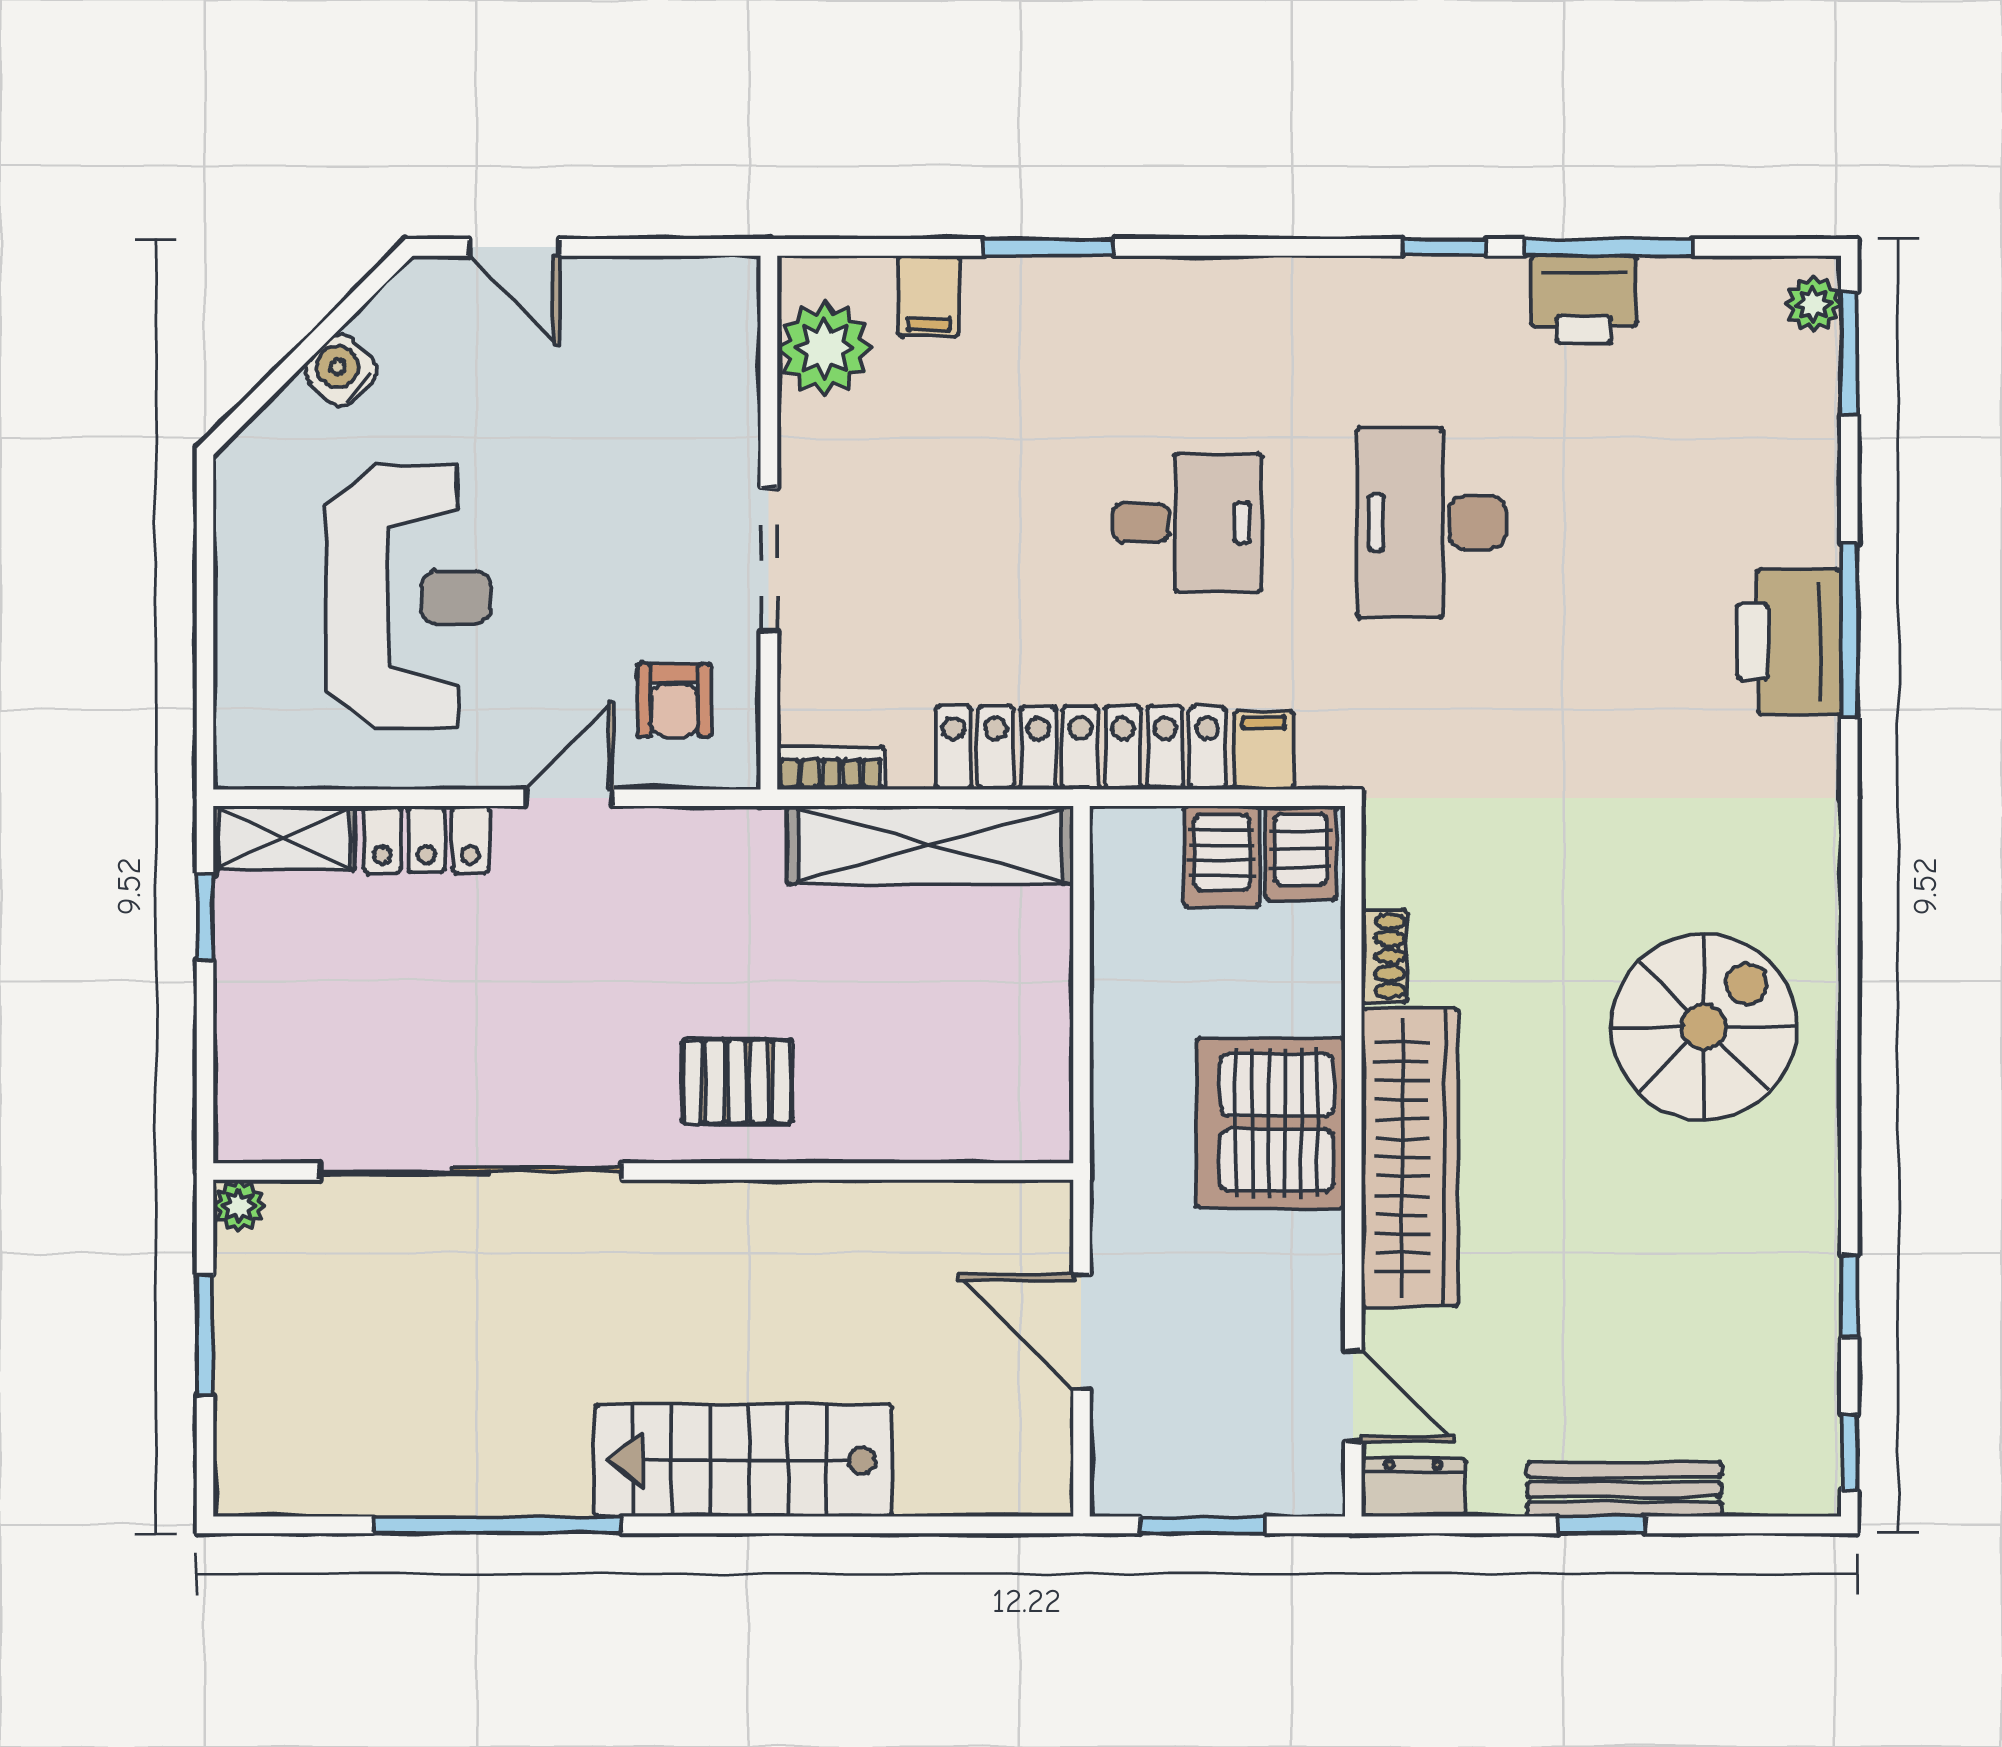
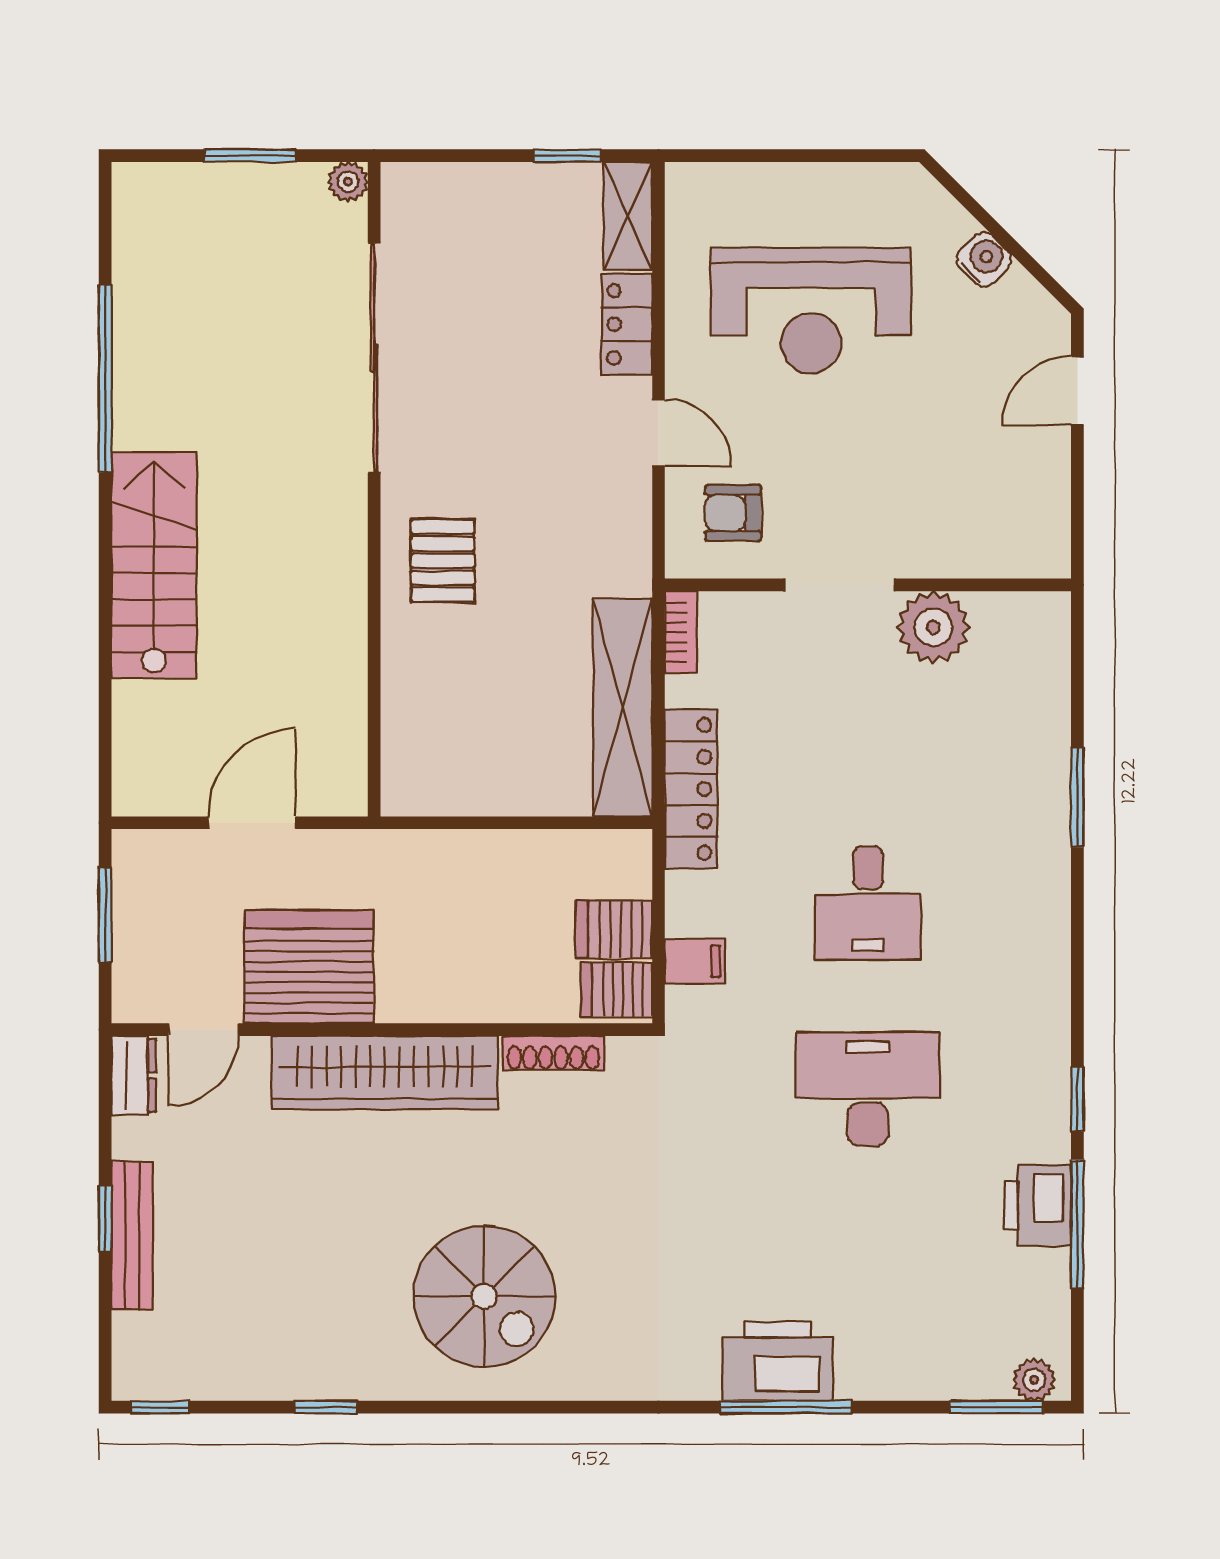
filing cabinet: (929, 296) -> (1040, 707), removed
plant: (825, 348) -> (933, 627), moved
locker: (1081, 748) -> (691, 789), width x0.71, depth x0.83
shoe rack: (1384, 956) -> (553, 1053), width x1.43
server rack: (1271, 1123) -> (309, 967), moved
window: (1849, 1296) -> (326, 1407), moved

